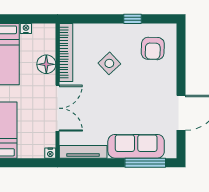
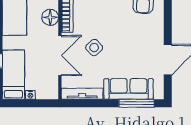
side table: (109, 63) -> (94, 48), moved
nightstand: (50, 153) -> (30, 95), moved

